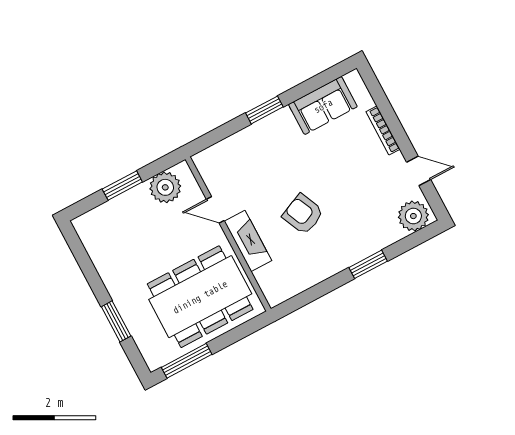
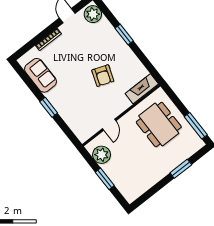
armchair: (303, 214) -> (103, 76), turned -46
fireplace: (248, 241) -> (142, 89), moved
dining table: (200, 297) -> (159, 125), width x0.73, depth x0.80

